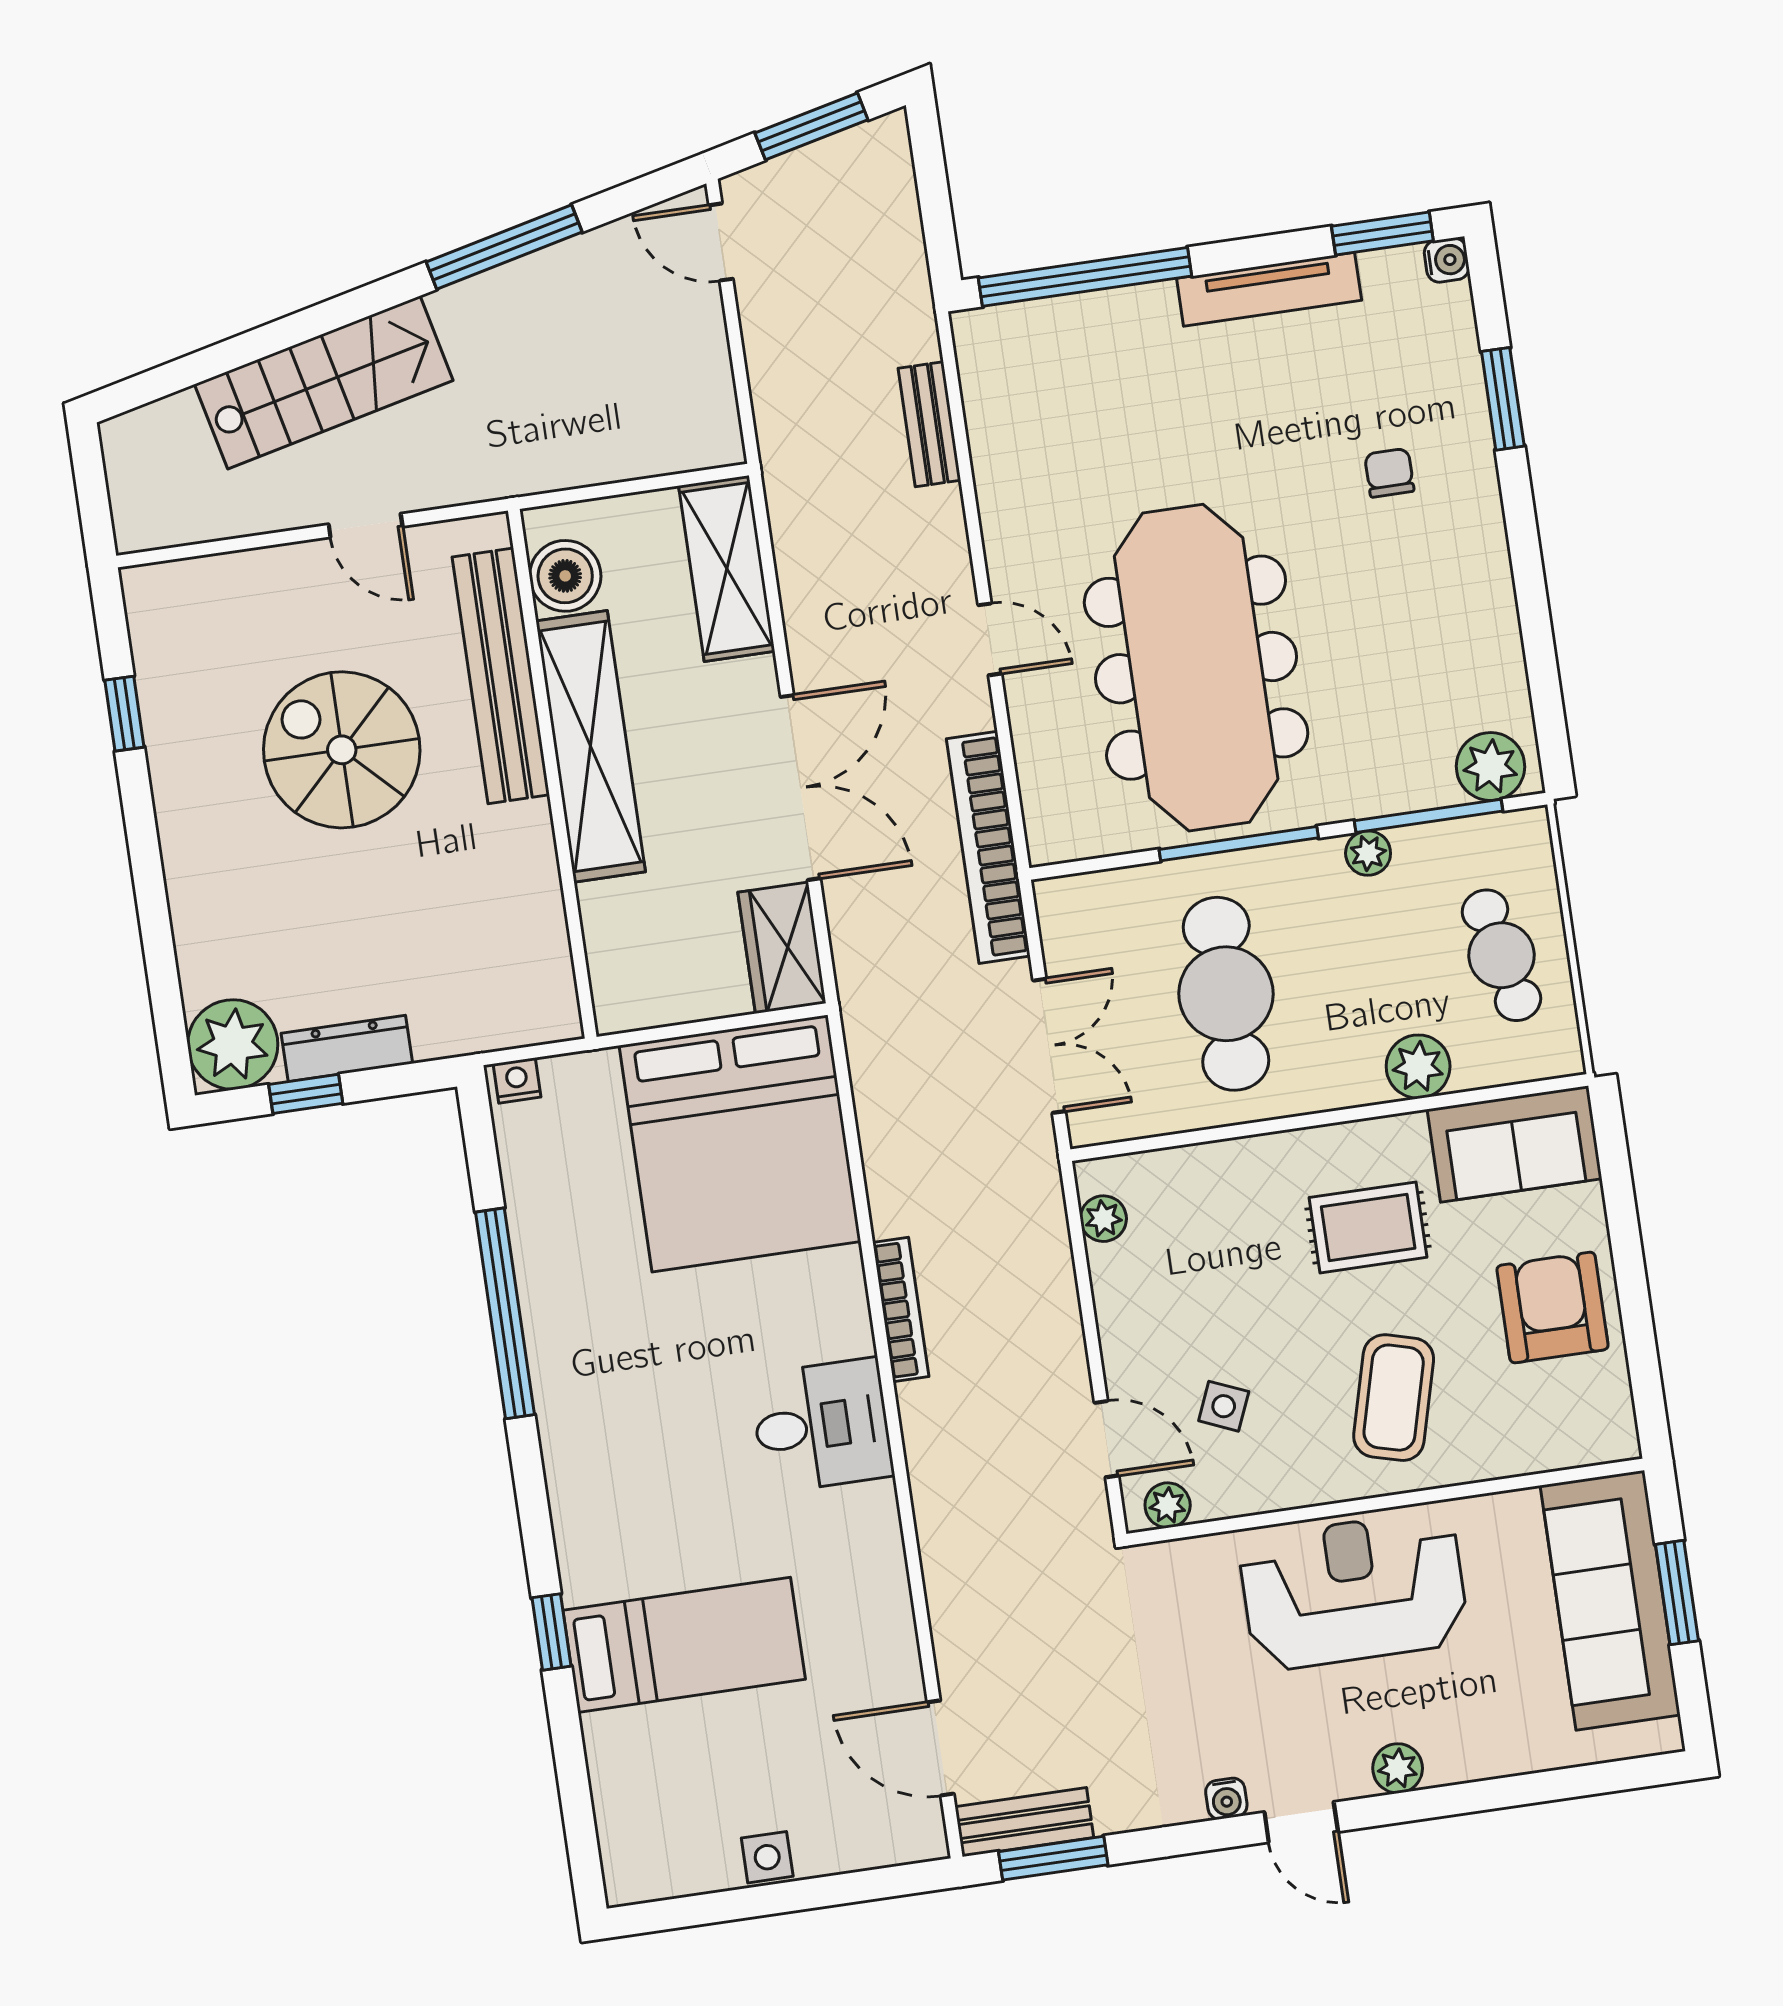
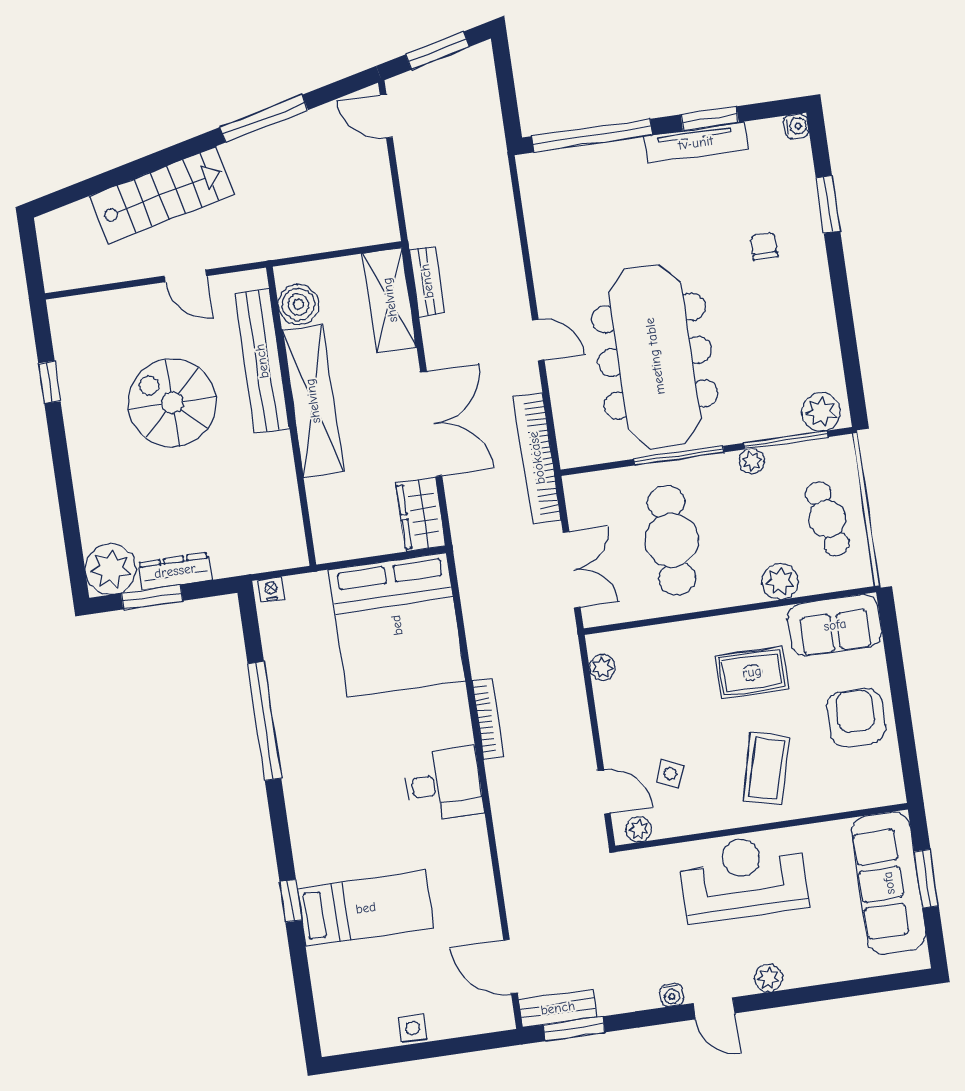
window: (1382, 234) -> (710, 118), moved
bench: (929, 424) -> (427, 281), moved
window: (306, 1094) -> (152, 597), width x1.50

